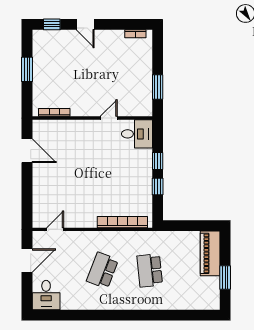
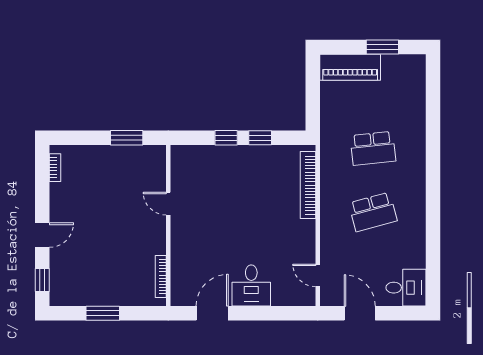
desk: (137, 134) -> (251, 285), moved, turned 180
school desk: (102, 270) -> (373, 212), turned -36

